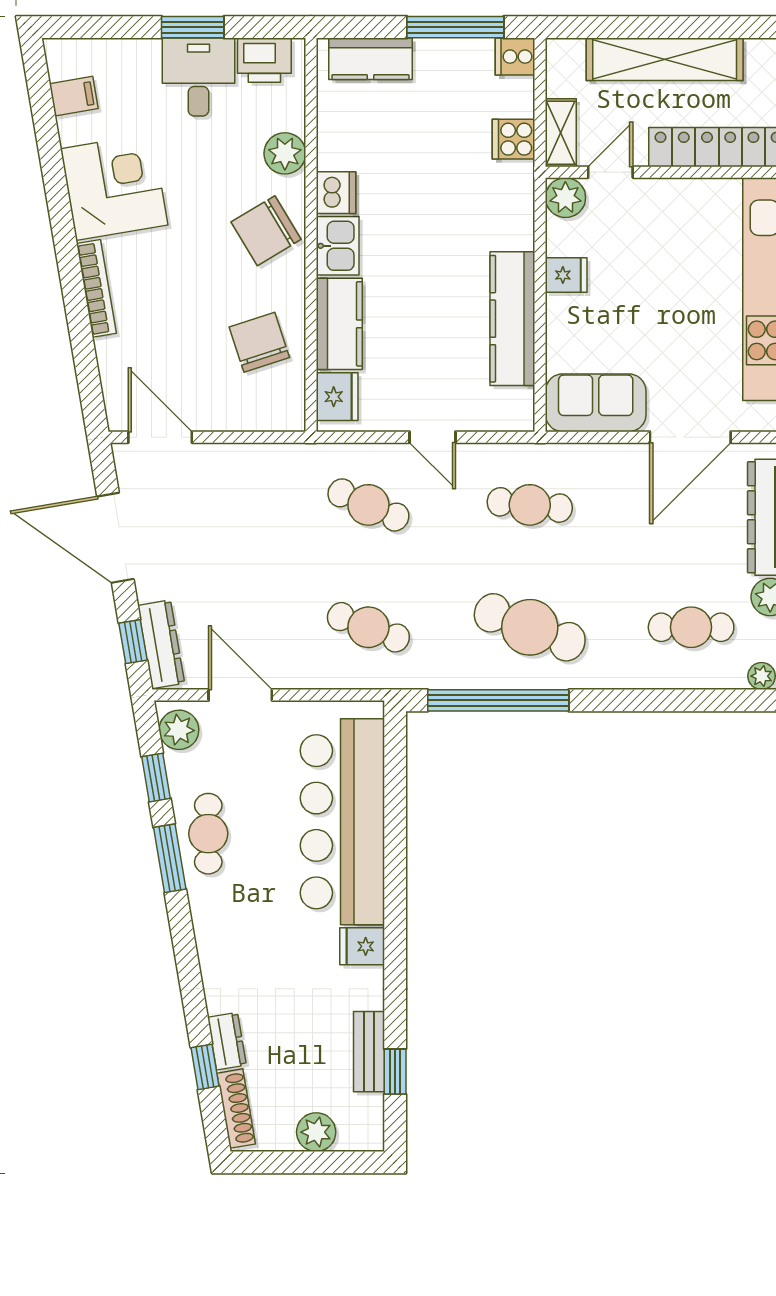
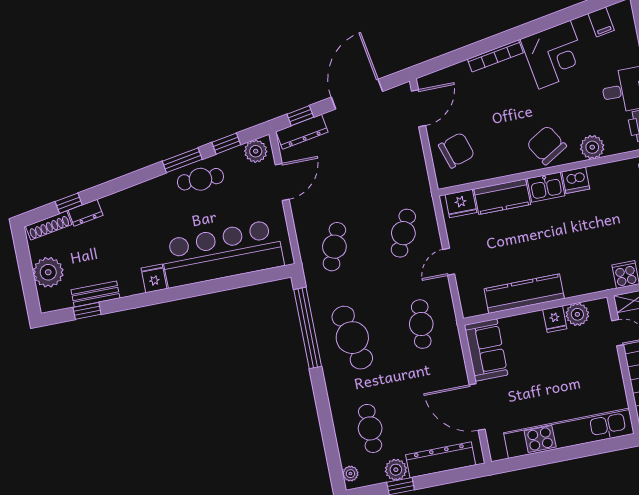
plant: (565, 198) -> (577, 314), moved
chair: (259, 342) -> (457, 150), moved
cafe table: (530, 627) -> (352, 338), turned -33
plant: (316, 1132) -> (48, 272), width x1.36, depth x1.36

